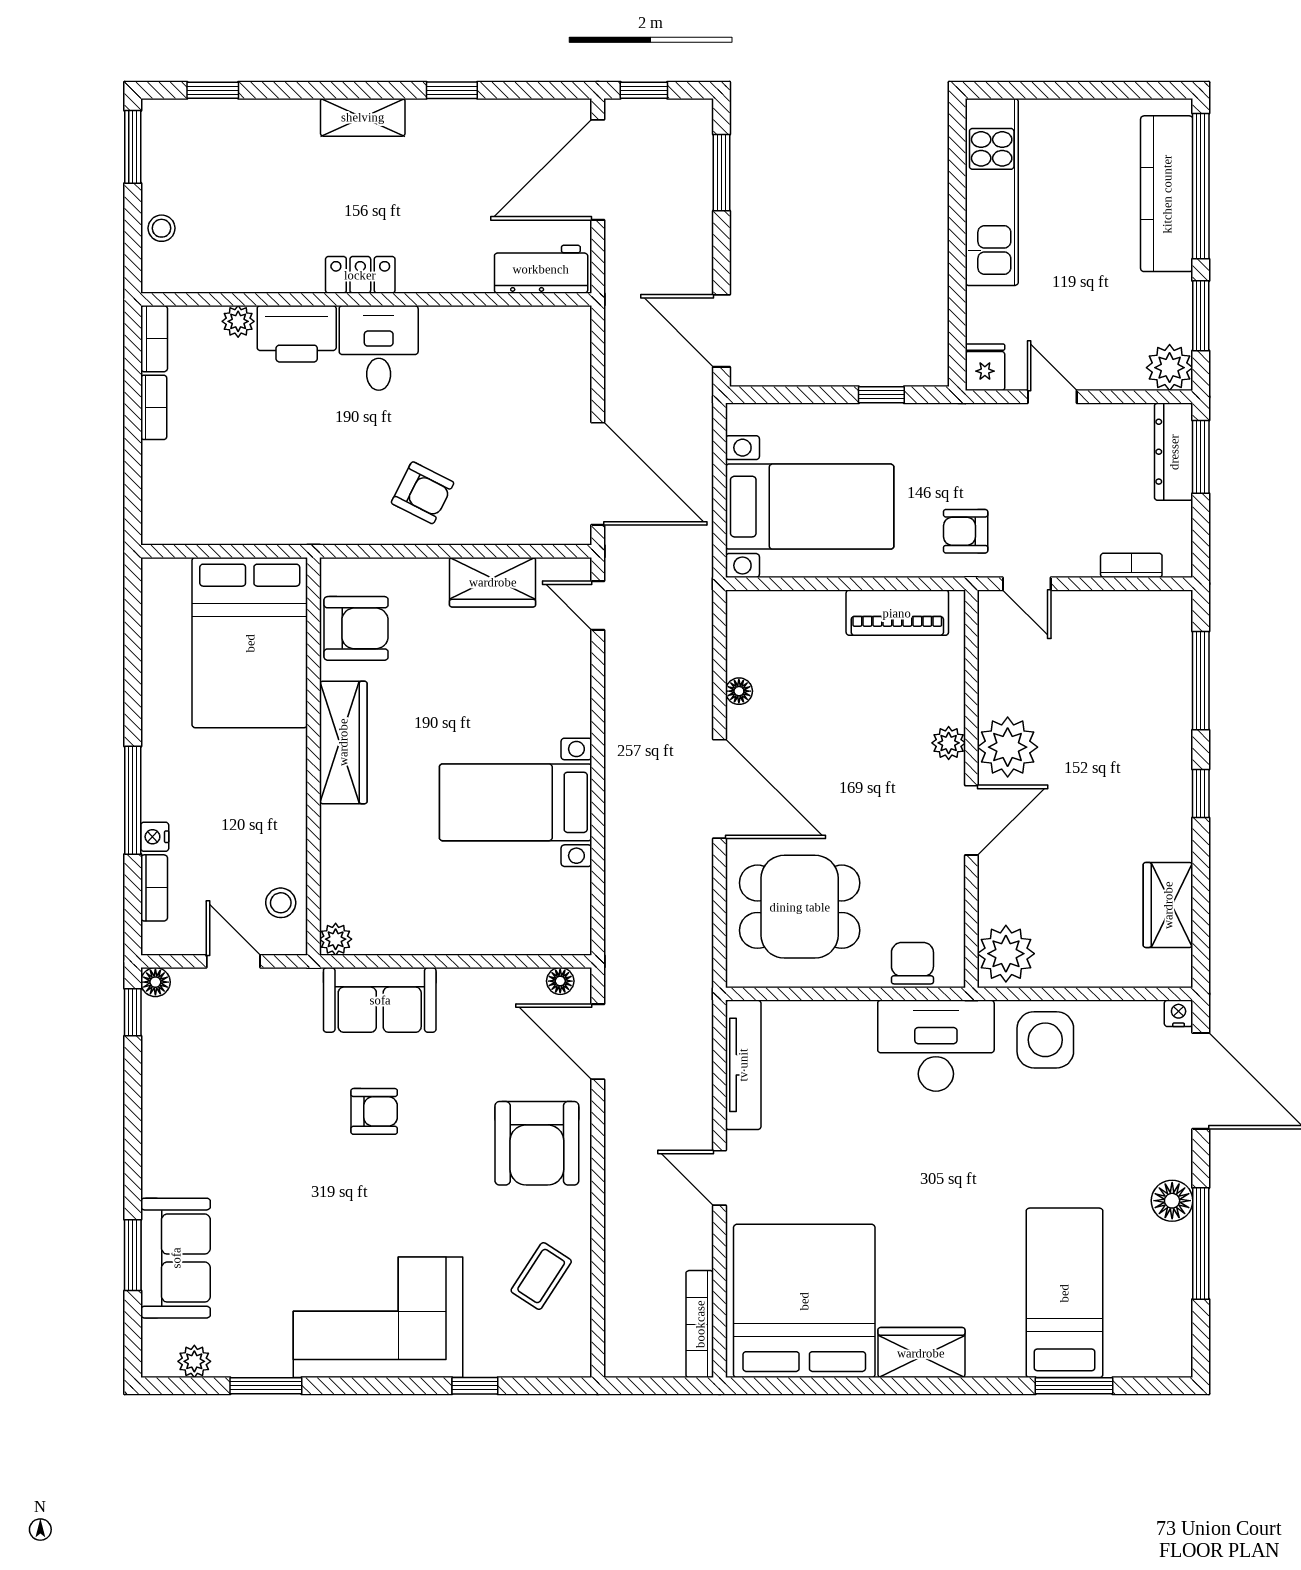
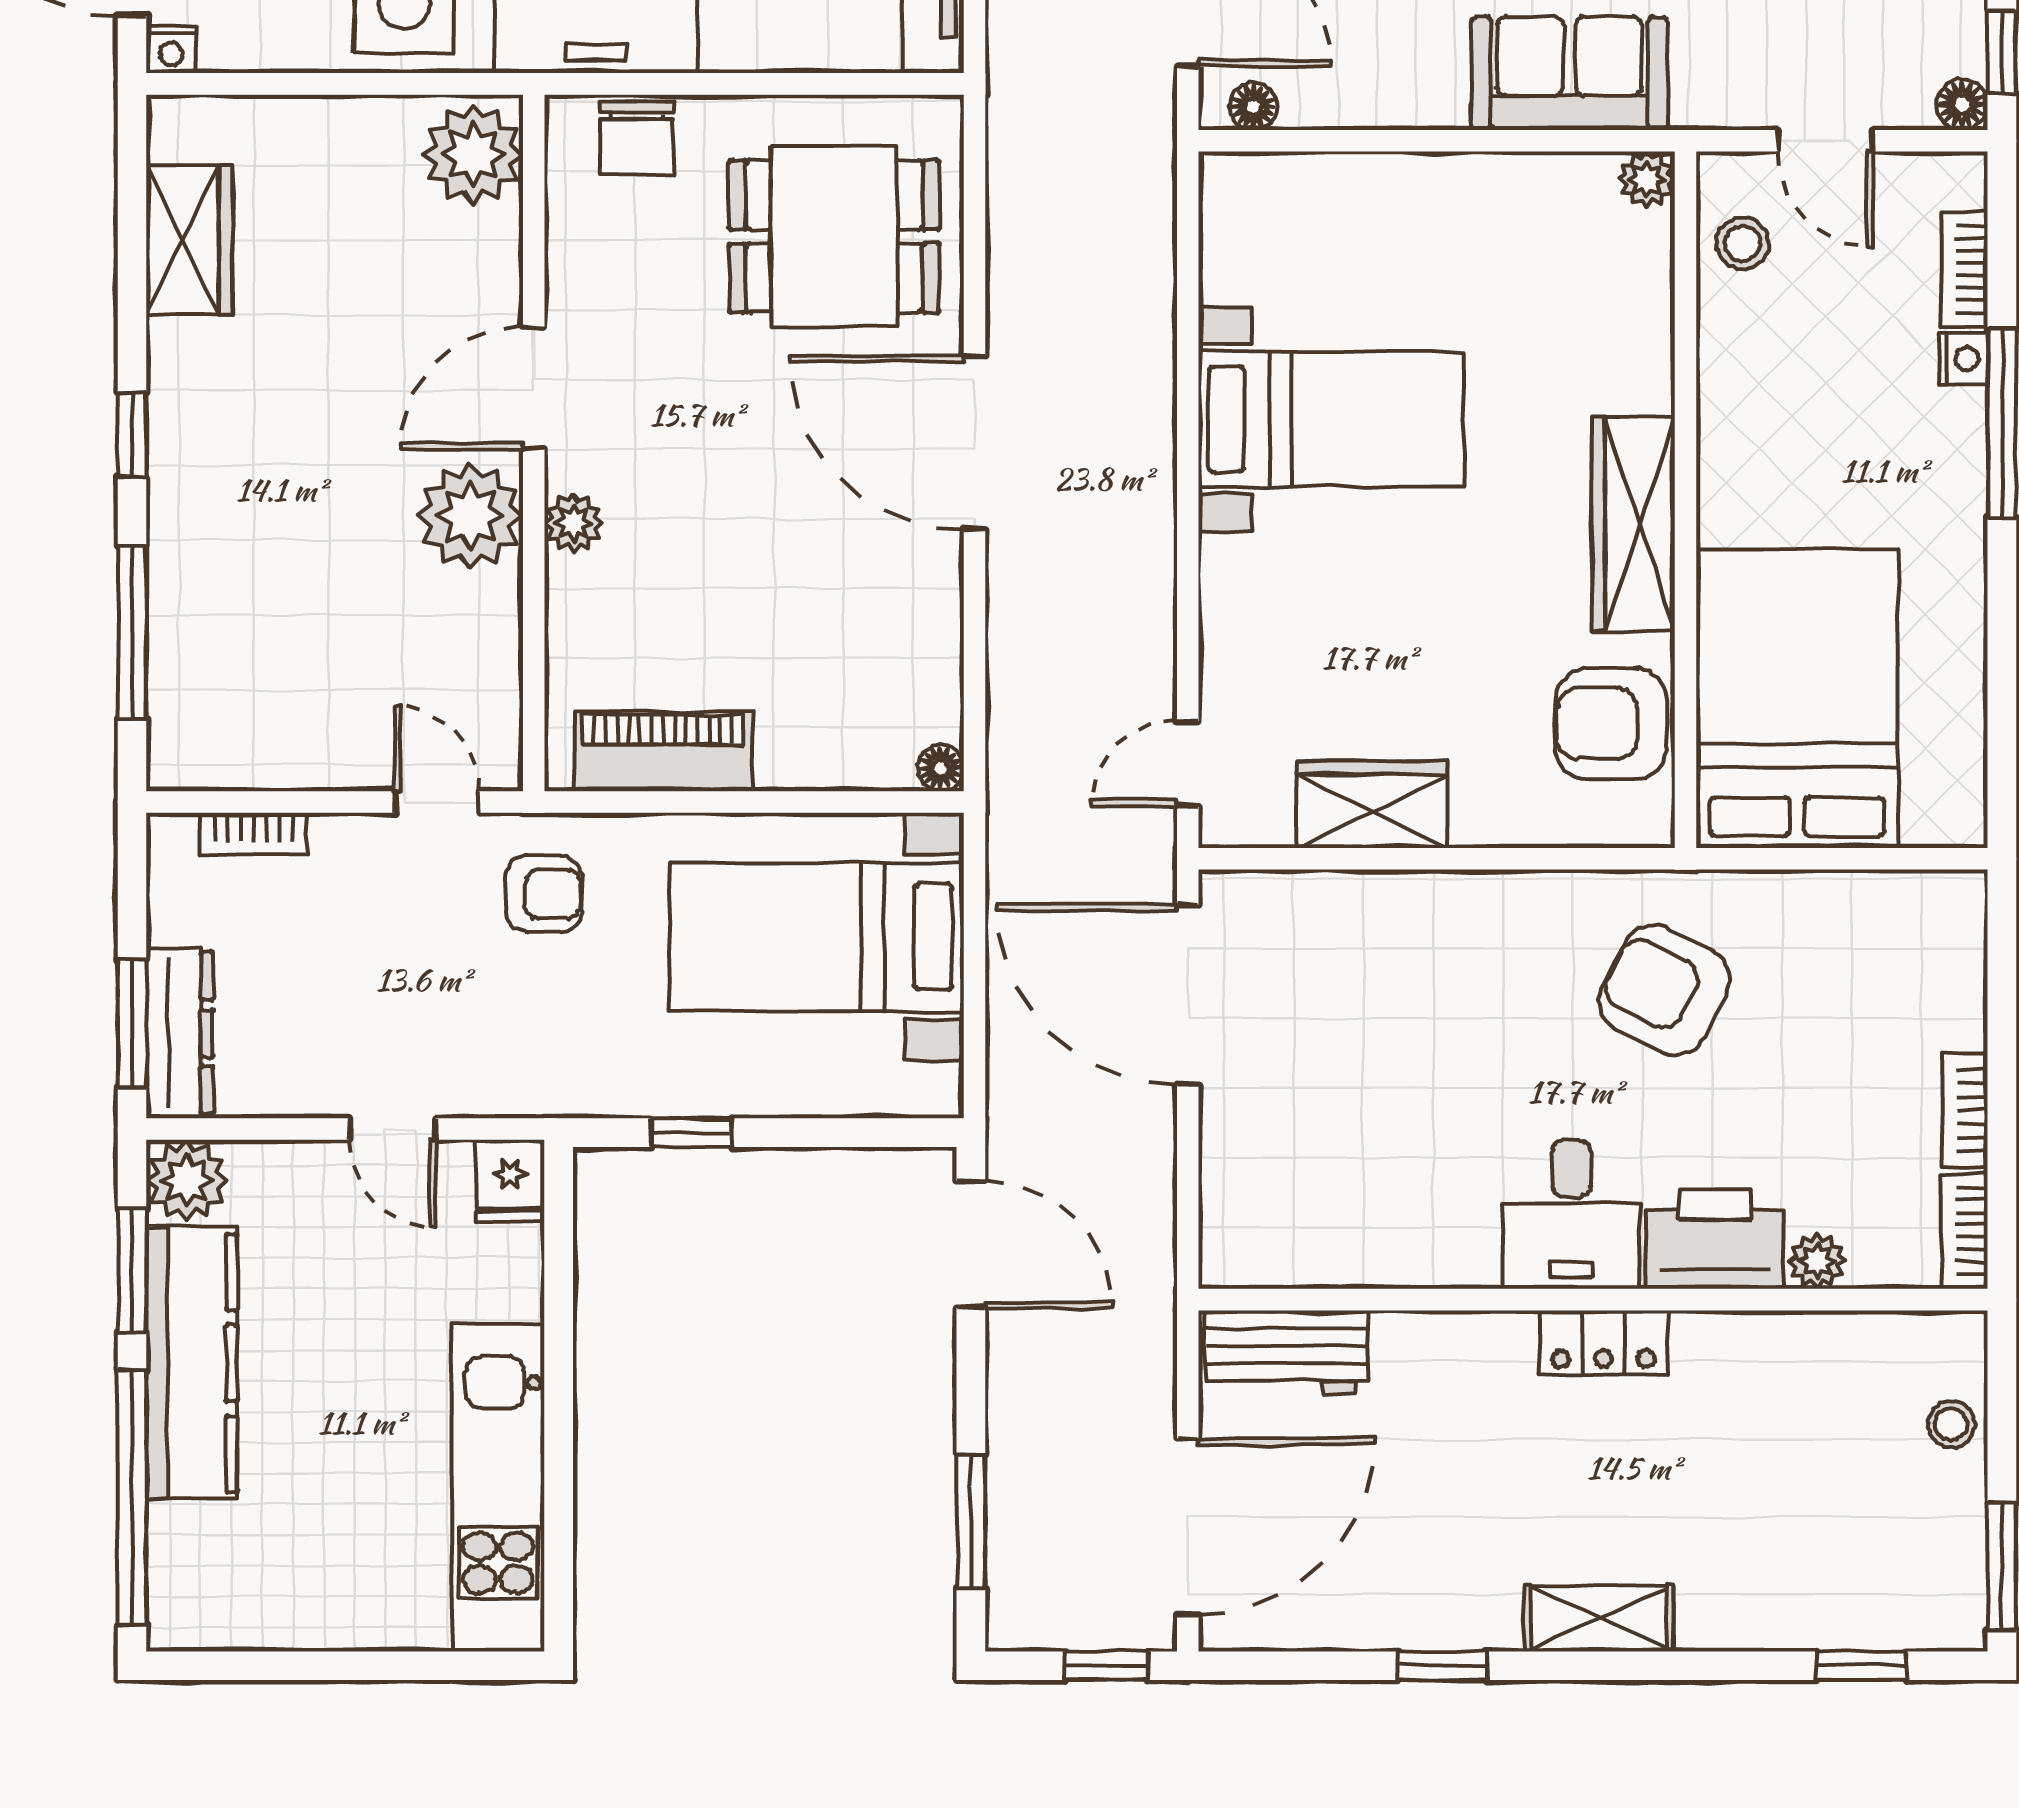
kitchen counter: (1167, 194) -> (192, 1363), moved
armchair: (423, 493) -> (1664, 990), moved, width x1.38, depth x1.38
door: (598, 605) -> (1188, 764), swing flipped
floor lamp: (739, 691) -> (941, 768), moved

